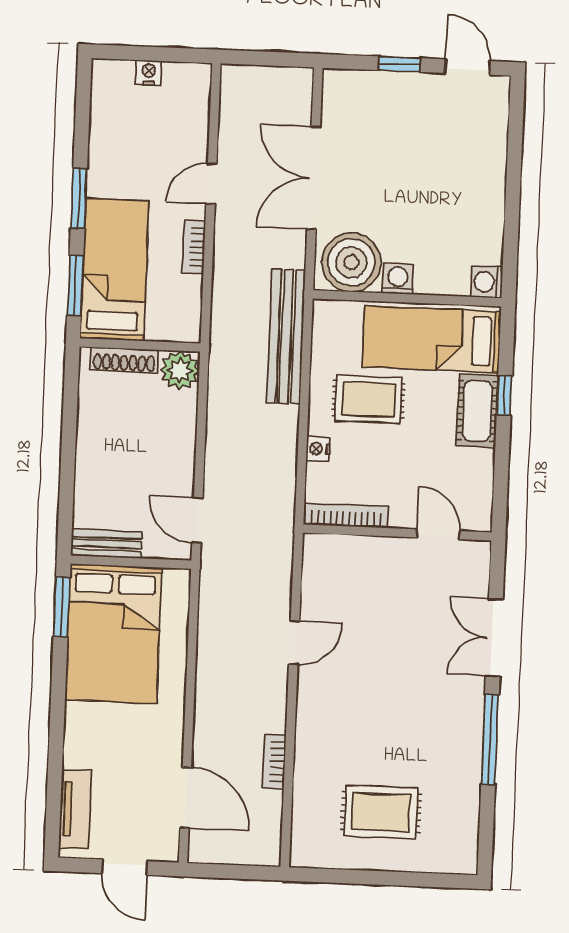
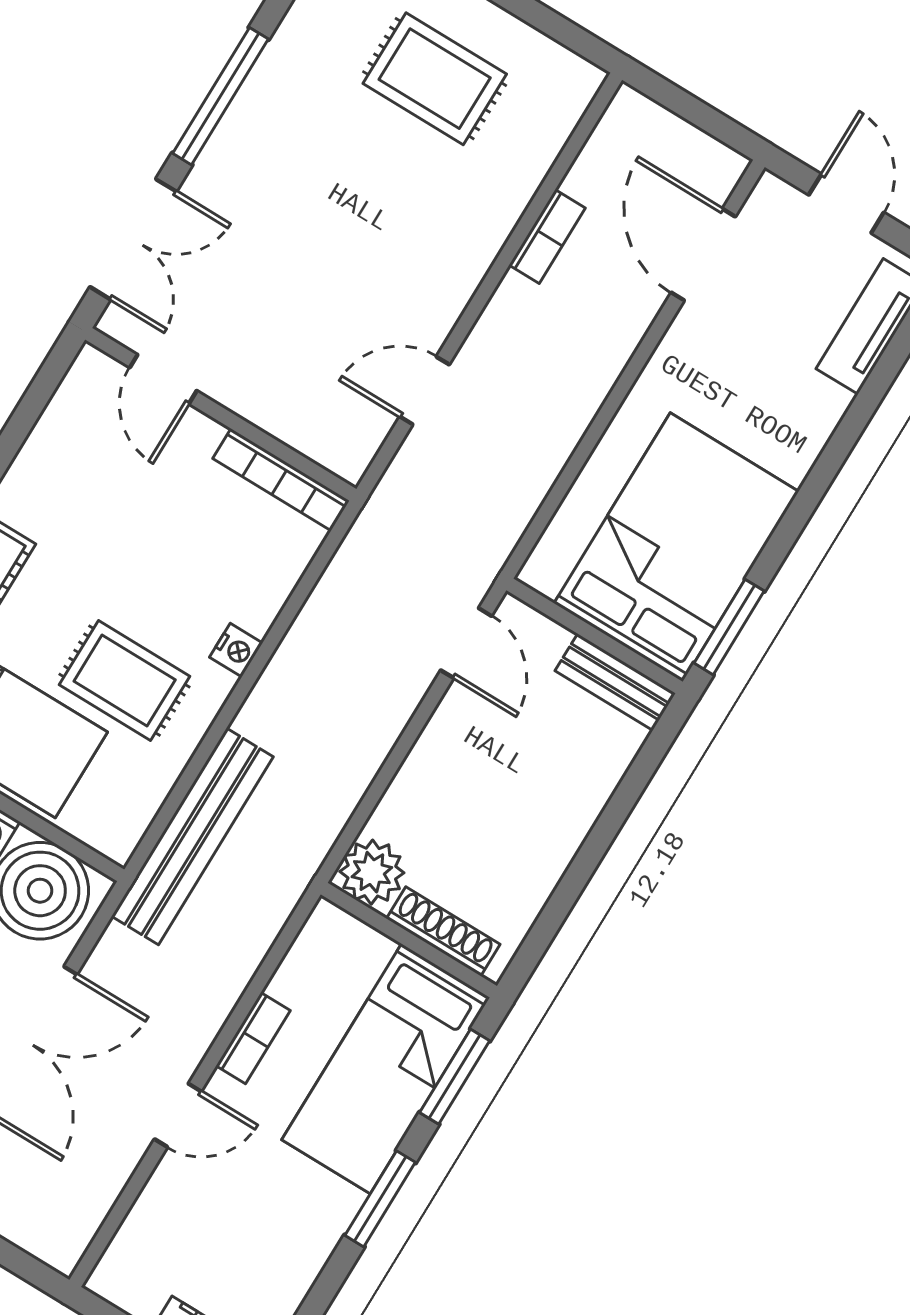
bookcase: (346, 516) -> (281, 479), moved
wall: (397, 533) -> (221, 414), moved
door: (438, 534) -> (163, 379), moved

